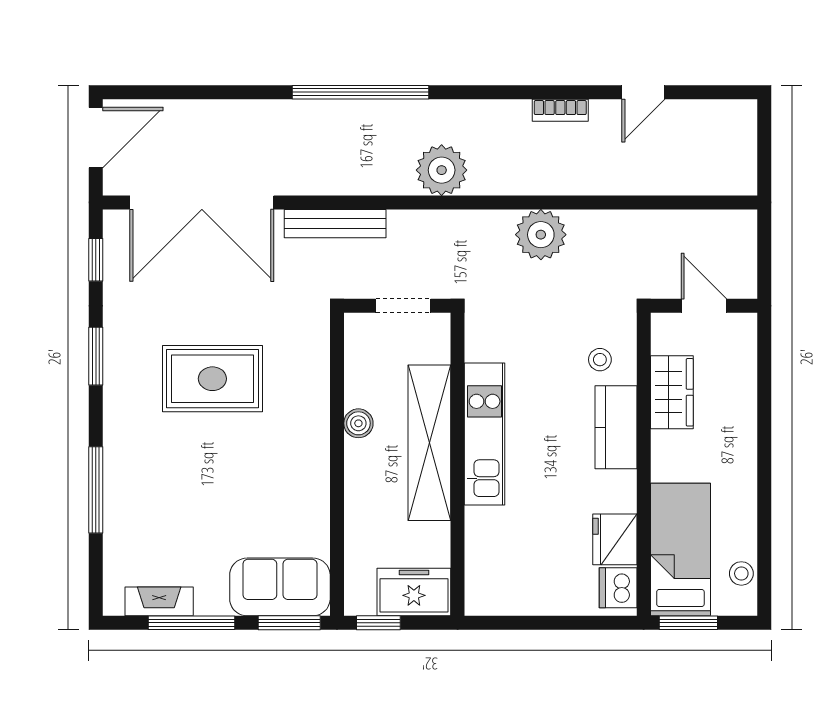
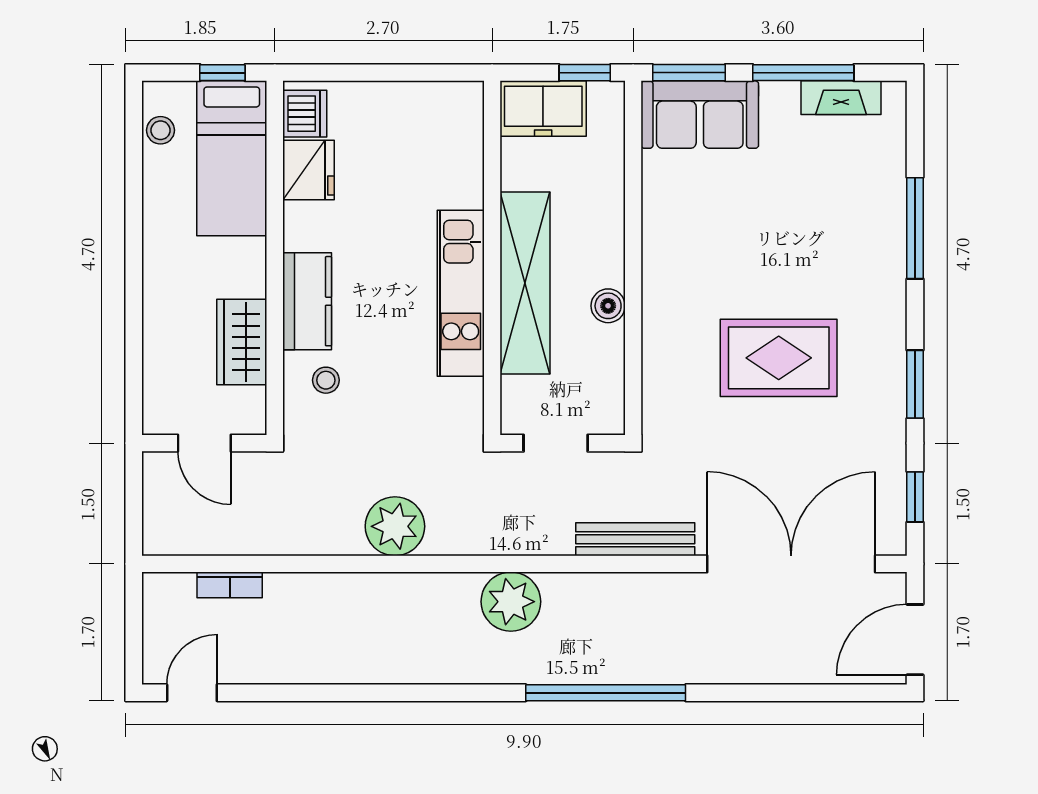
door: (643, 92) -> (192, 693), moved
bookcase: (560, 110) -> (230, 585), moved, turned 180
window: (688, 623) -> (222, 73), width x0.67

